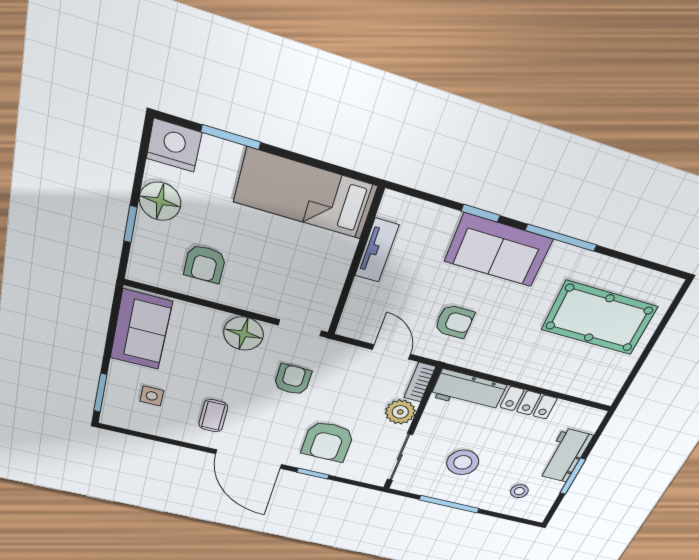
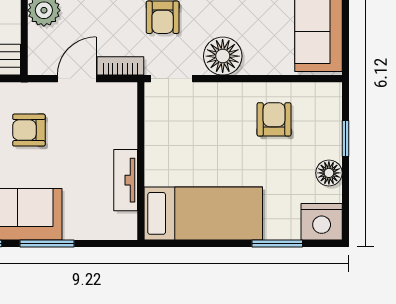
floor lamp: (160, 201) -> (329, 173), width x0.73, depth x0.73
window: (481, 213) -> (47, 243), width x1.50
door: (392, 352) -> (77, 79), swing flipped
bookcase: (420, 382) -> (120, 66), moved, turned -90

